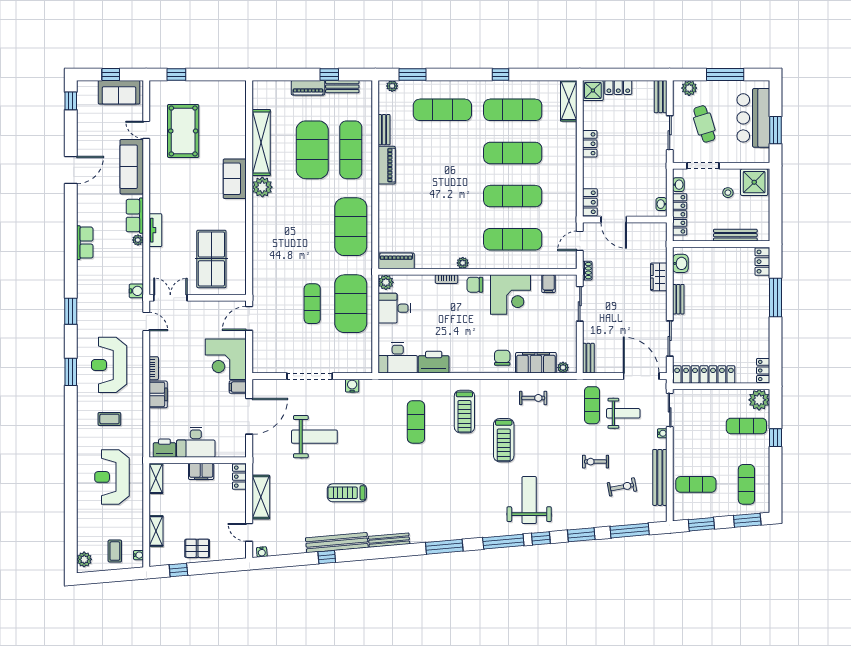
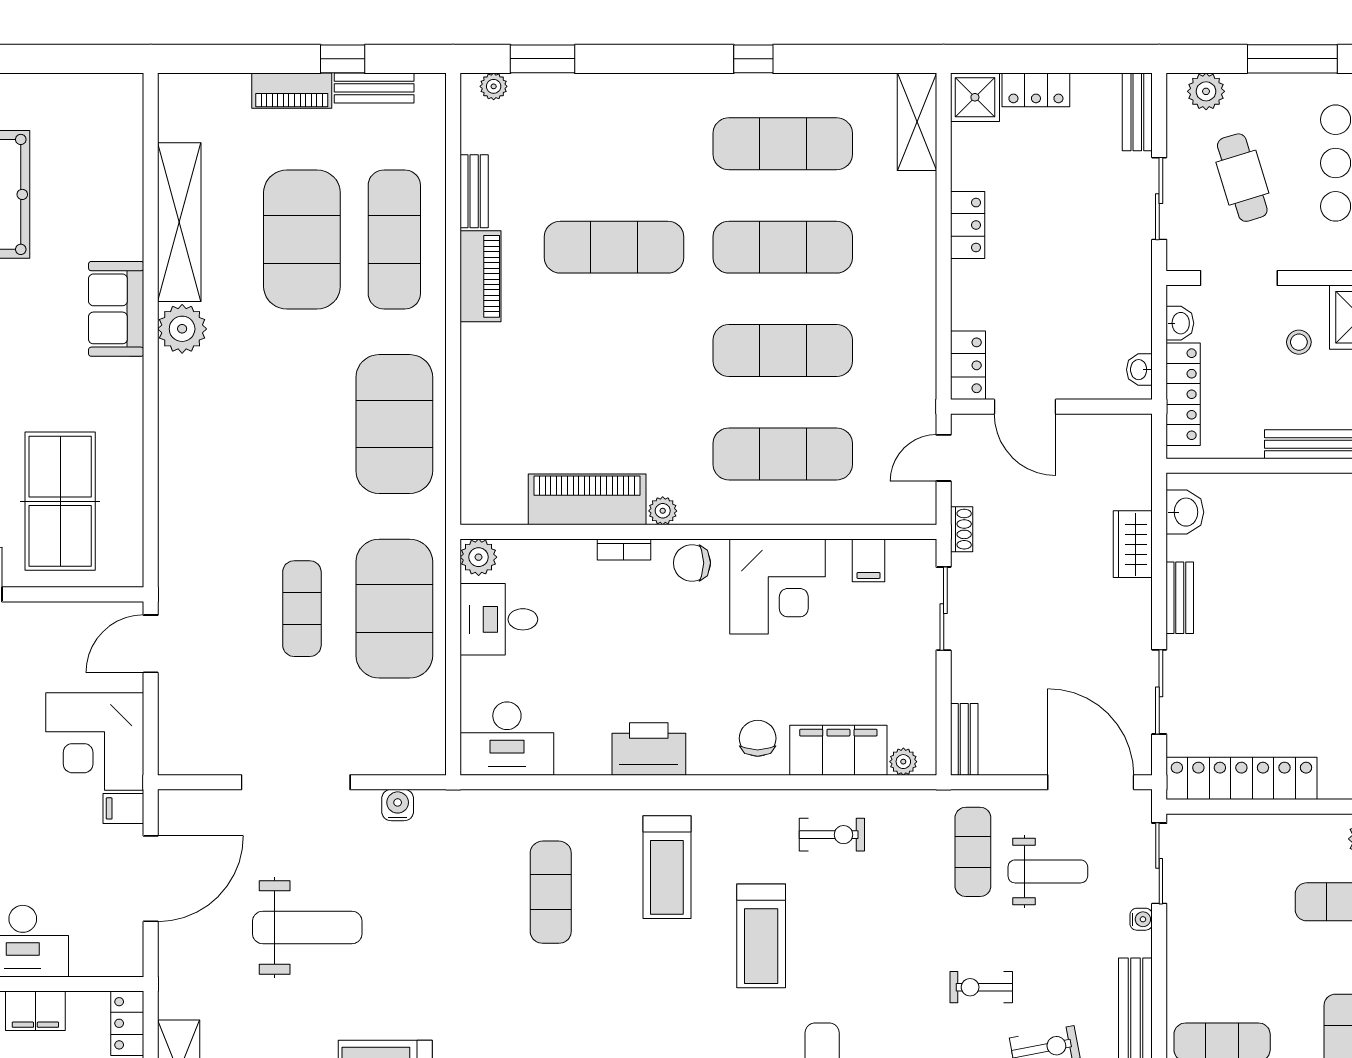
exercise mat: (442, 110) -> (614, 247), moved
piano: (396, 261) -> (587, 499), moved, width x1.37, depth x1.33
printer: (434, 362) -> (649, 749), moved

